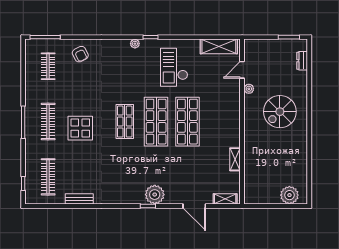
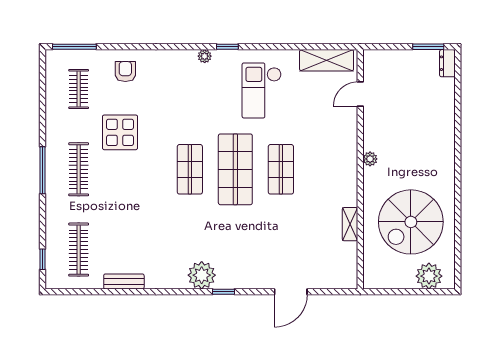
armchair: (80, 54) -> (125, 71), turned -153
dresser: (302, 61) -> (447, 63), moved
plant: (249, 89) -> (370, 159), moved
spiral stairs: (280, 112) -> (411, 222), moved, width x1.37, depth x1.37
shop shelf: (187, 122) -> (281, 169), width x0.70, depth x0.74
display table: (80, 128) -> (120, 132), moved
plant: (155, 195) -> (202, 275), moved
shelving: (225, 199) -> (336, 281), removed
door: (194, 206) -> (291, 292), hinge flipped

